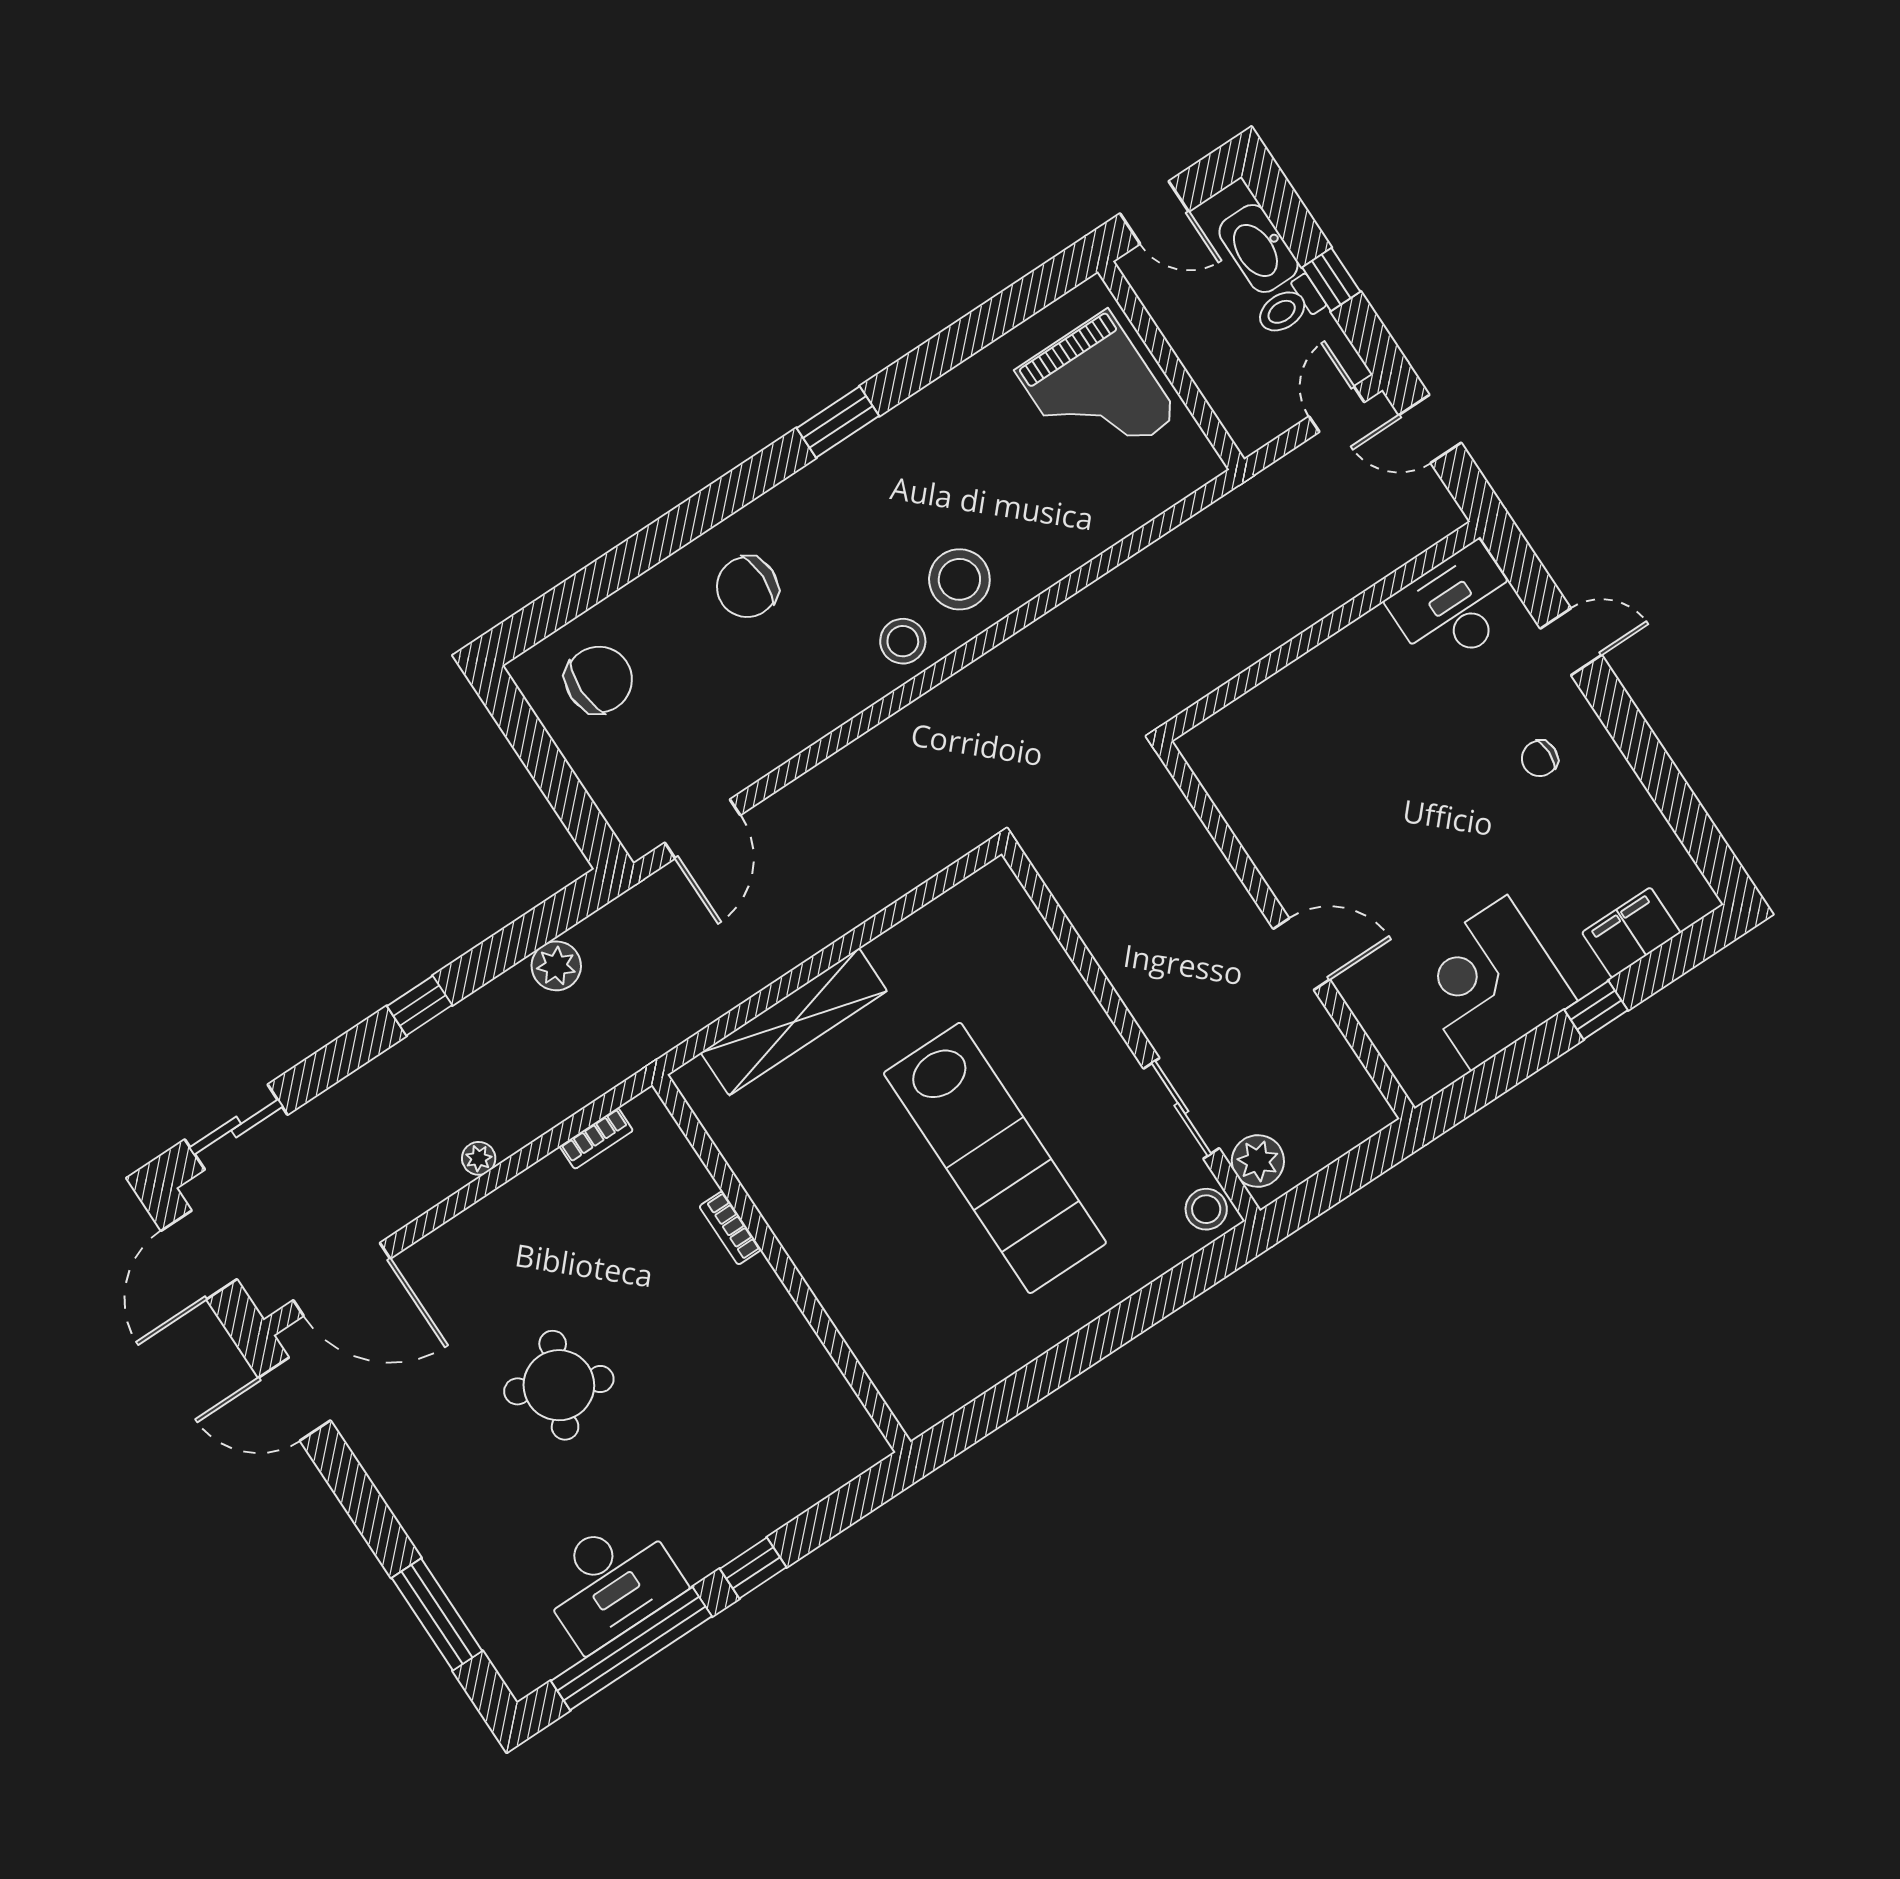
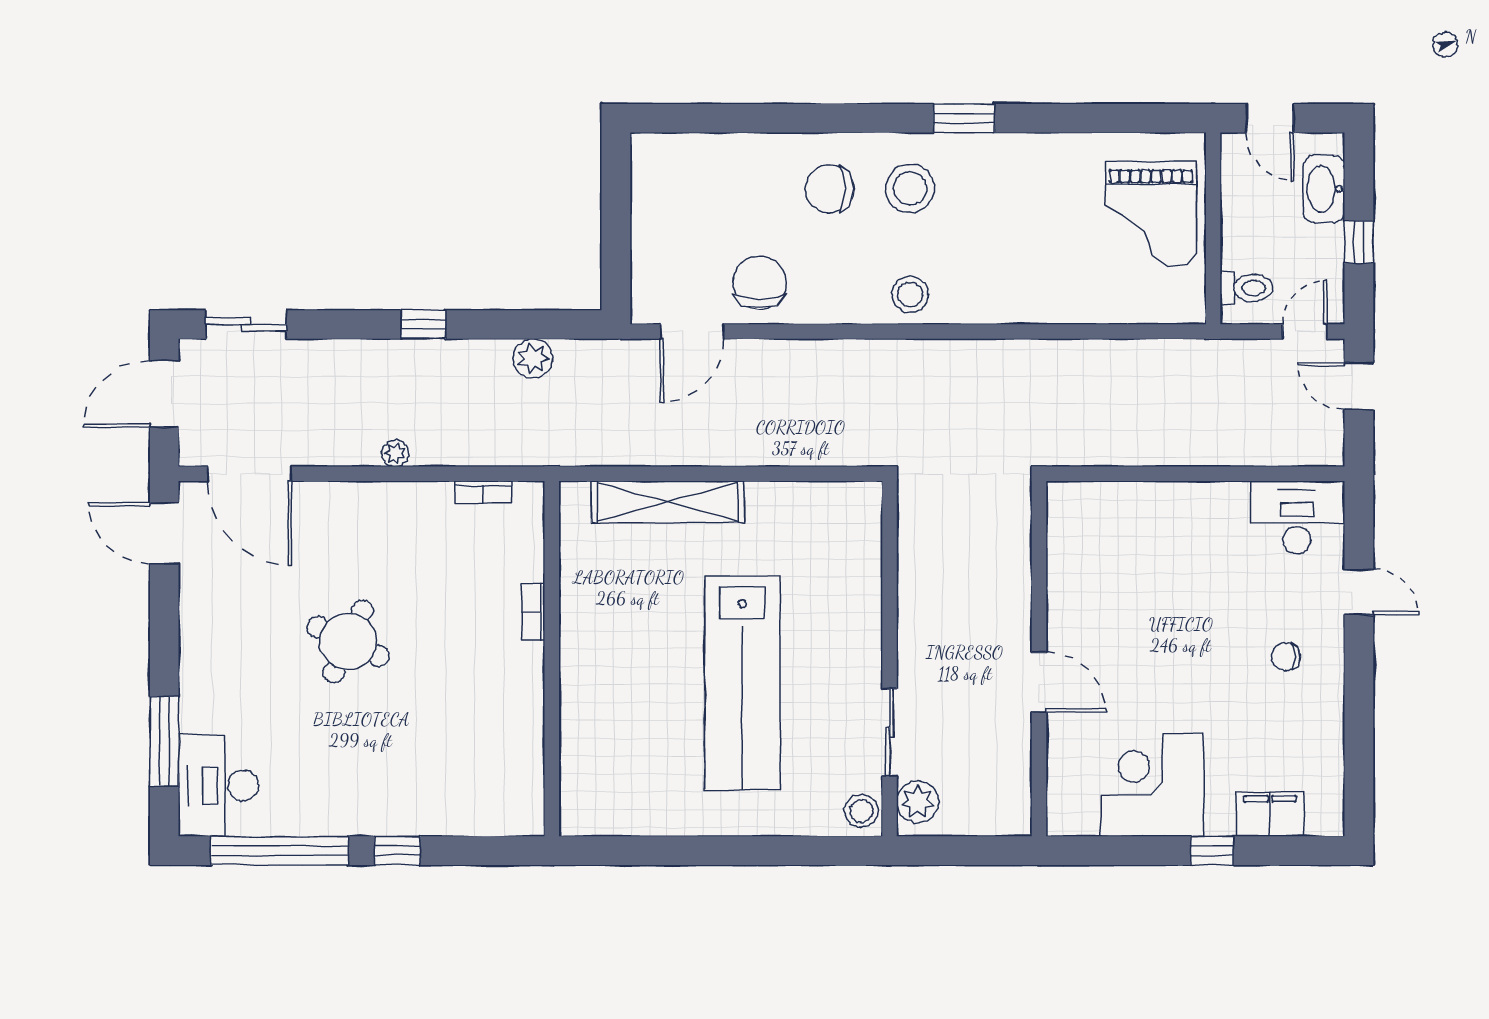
toilet: (1289, 307) -> (1246, 288), moved, turned 180
stool: (959, 579) -> (910, 188), moved
chair: (599, 680) -> (759, 283), moved, turned -90
desk: (610, 1582) -> (219, 785), moved, turned 90

